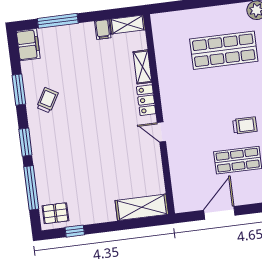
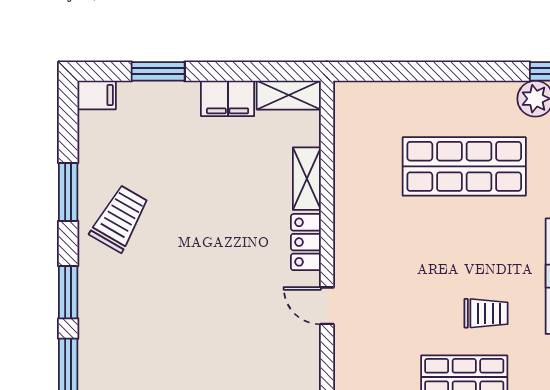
window: (58, 21) -> (158, 71), width x0.69
filing cabinet: (103, 29) -> (228, 98), width x2.00
filing cabinet: (28, 45) -> (97, 95), width x0.50
trolley: (47, 100) -> (120, 219), width x1.36, depth x1.39

